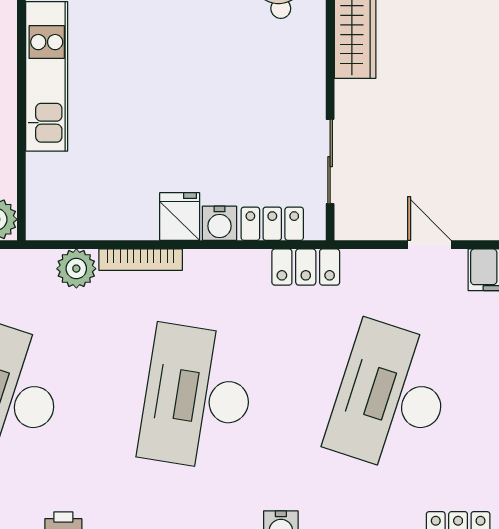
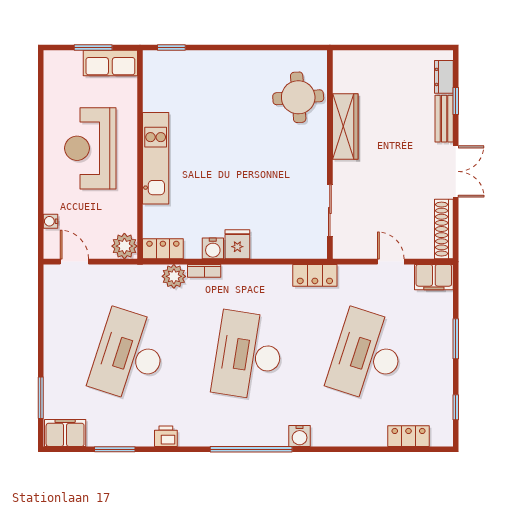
water cooler: (220, 223) -> (213, 248), moved
locker: (272, 224) -> (163, 249), moved
bookcase: (141, 260) -> (204, 271), width x0.64

